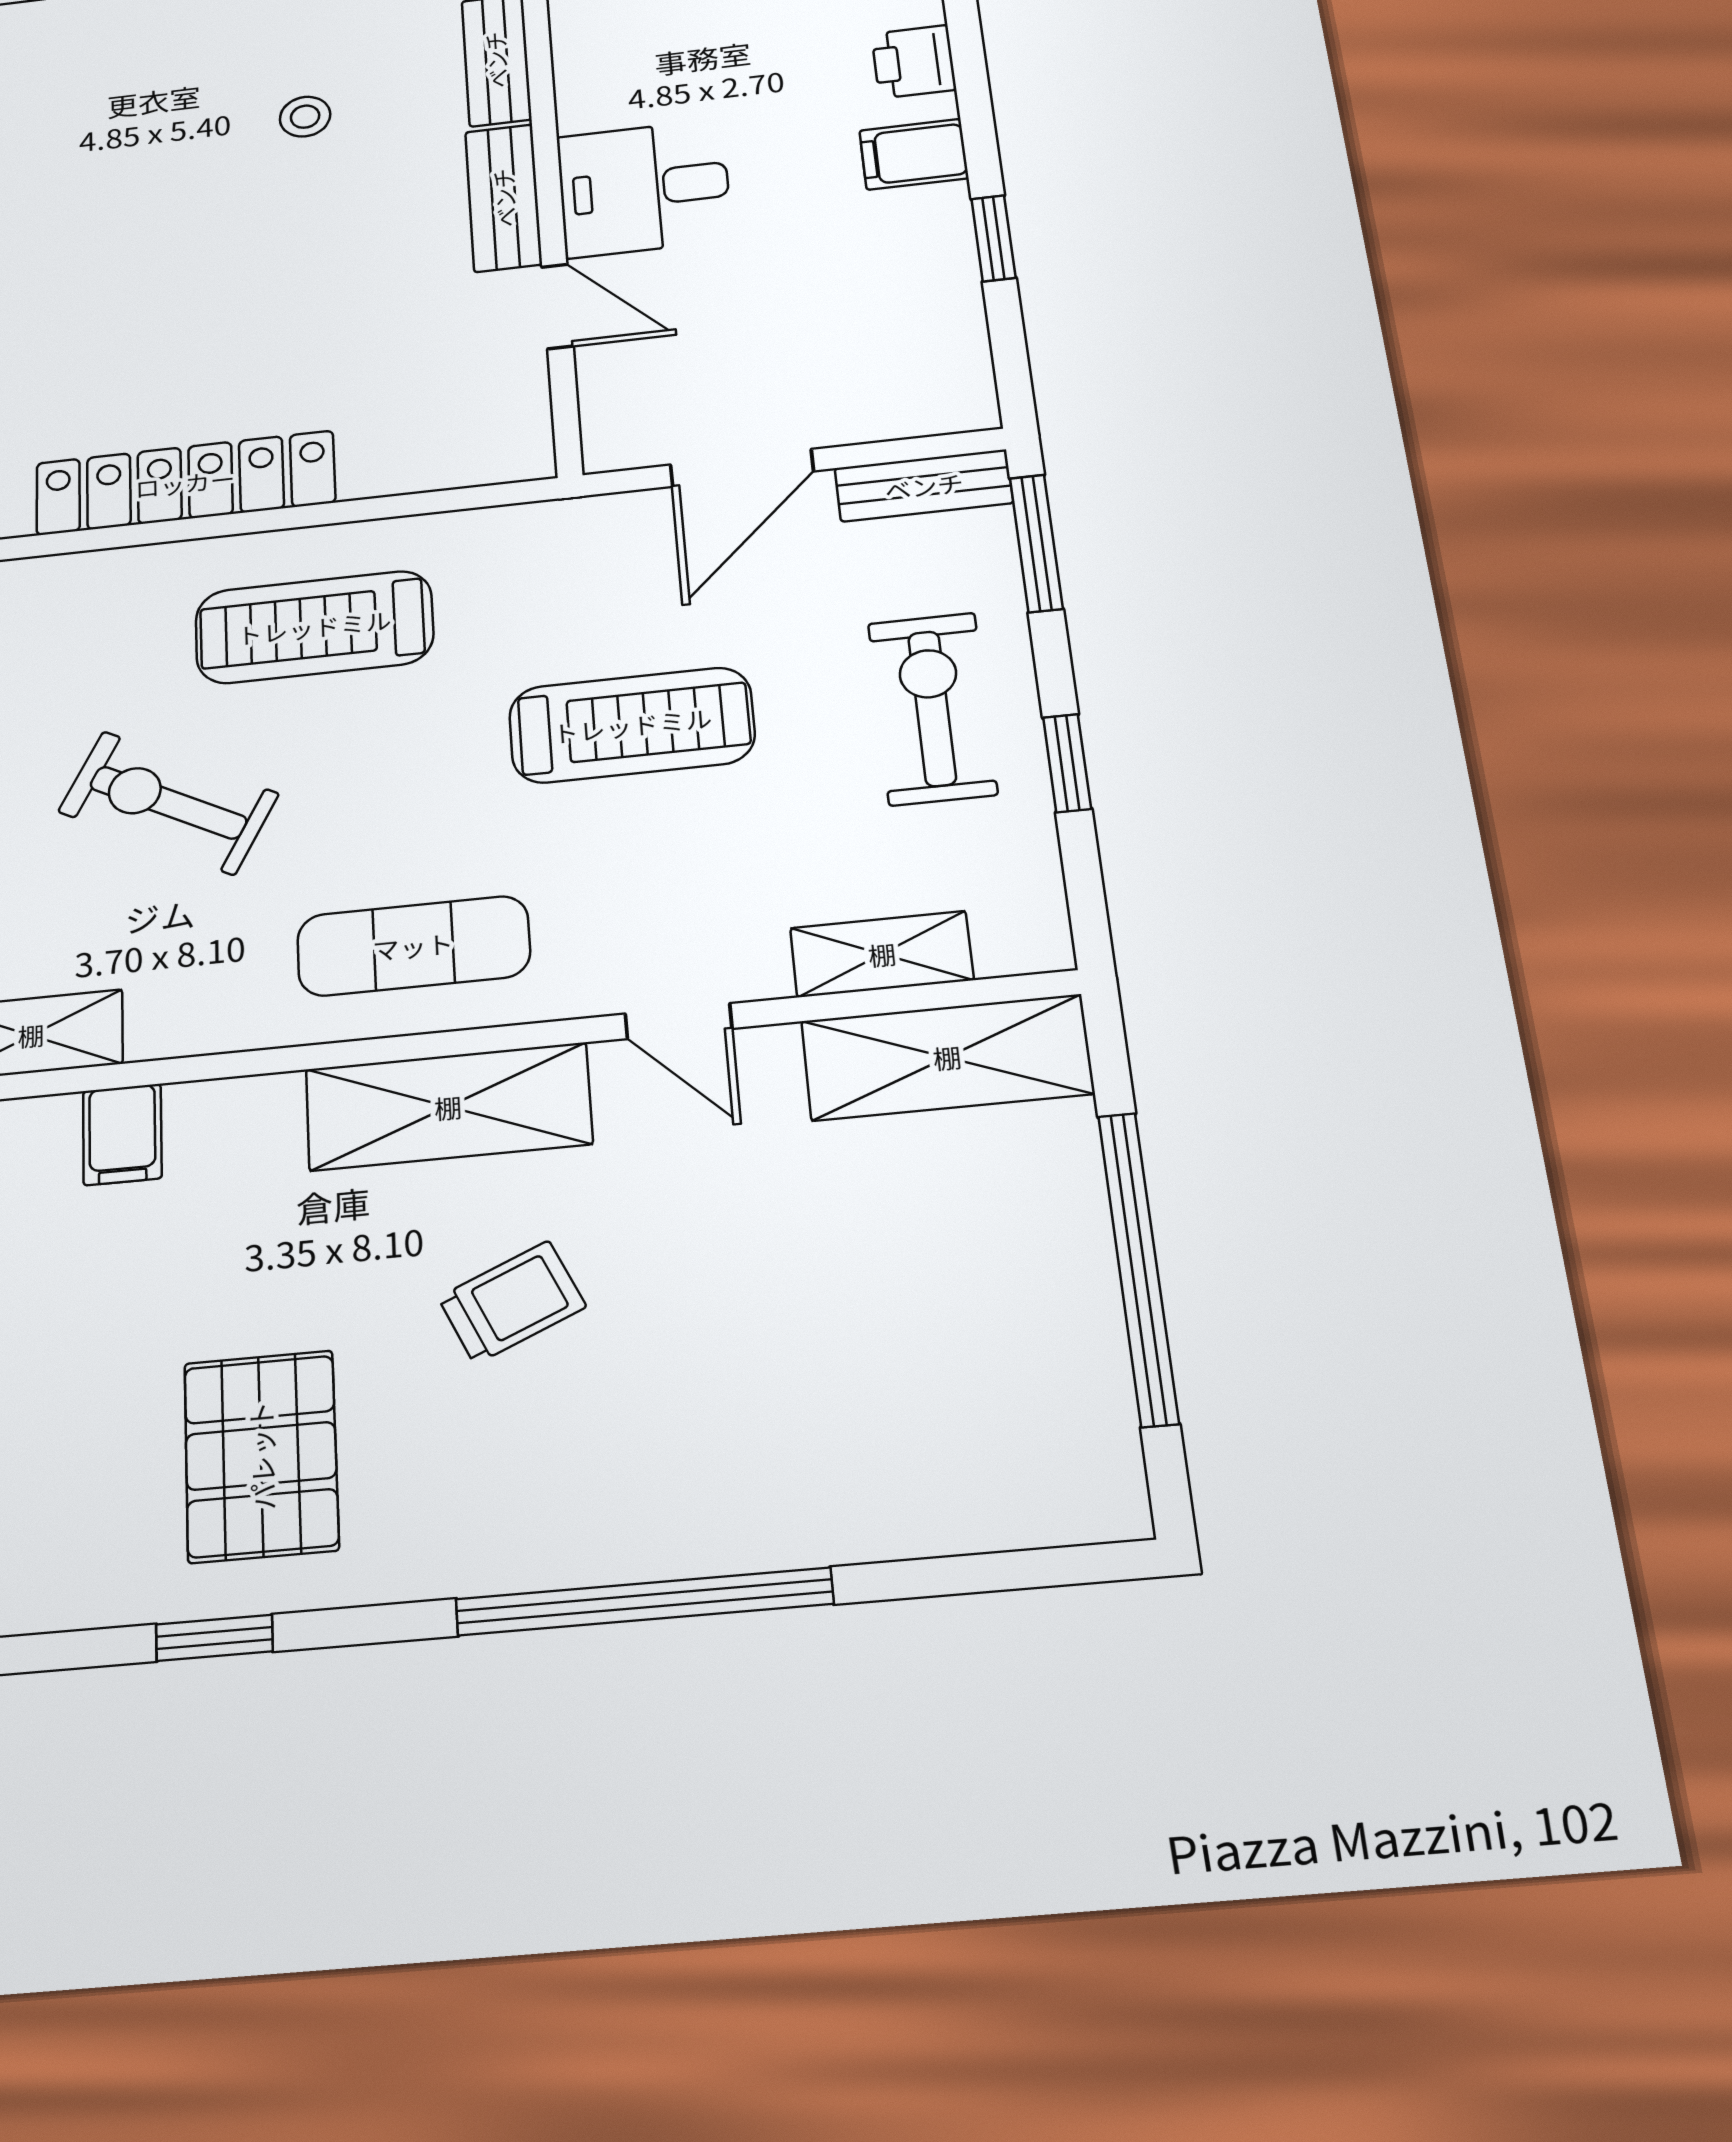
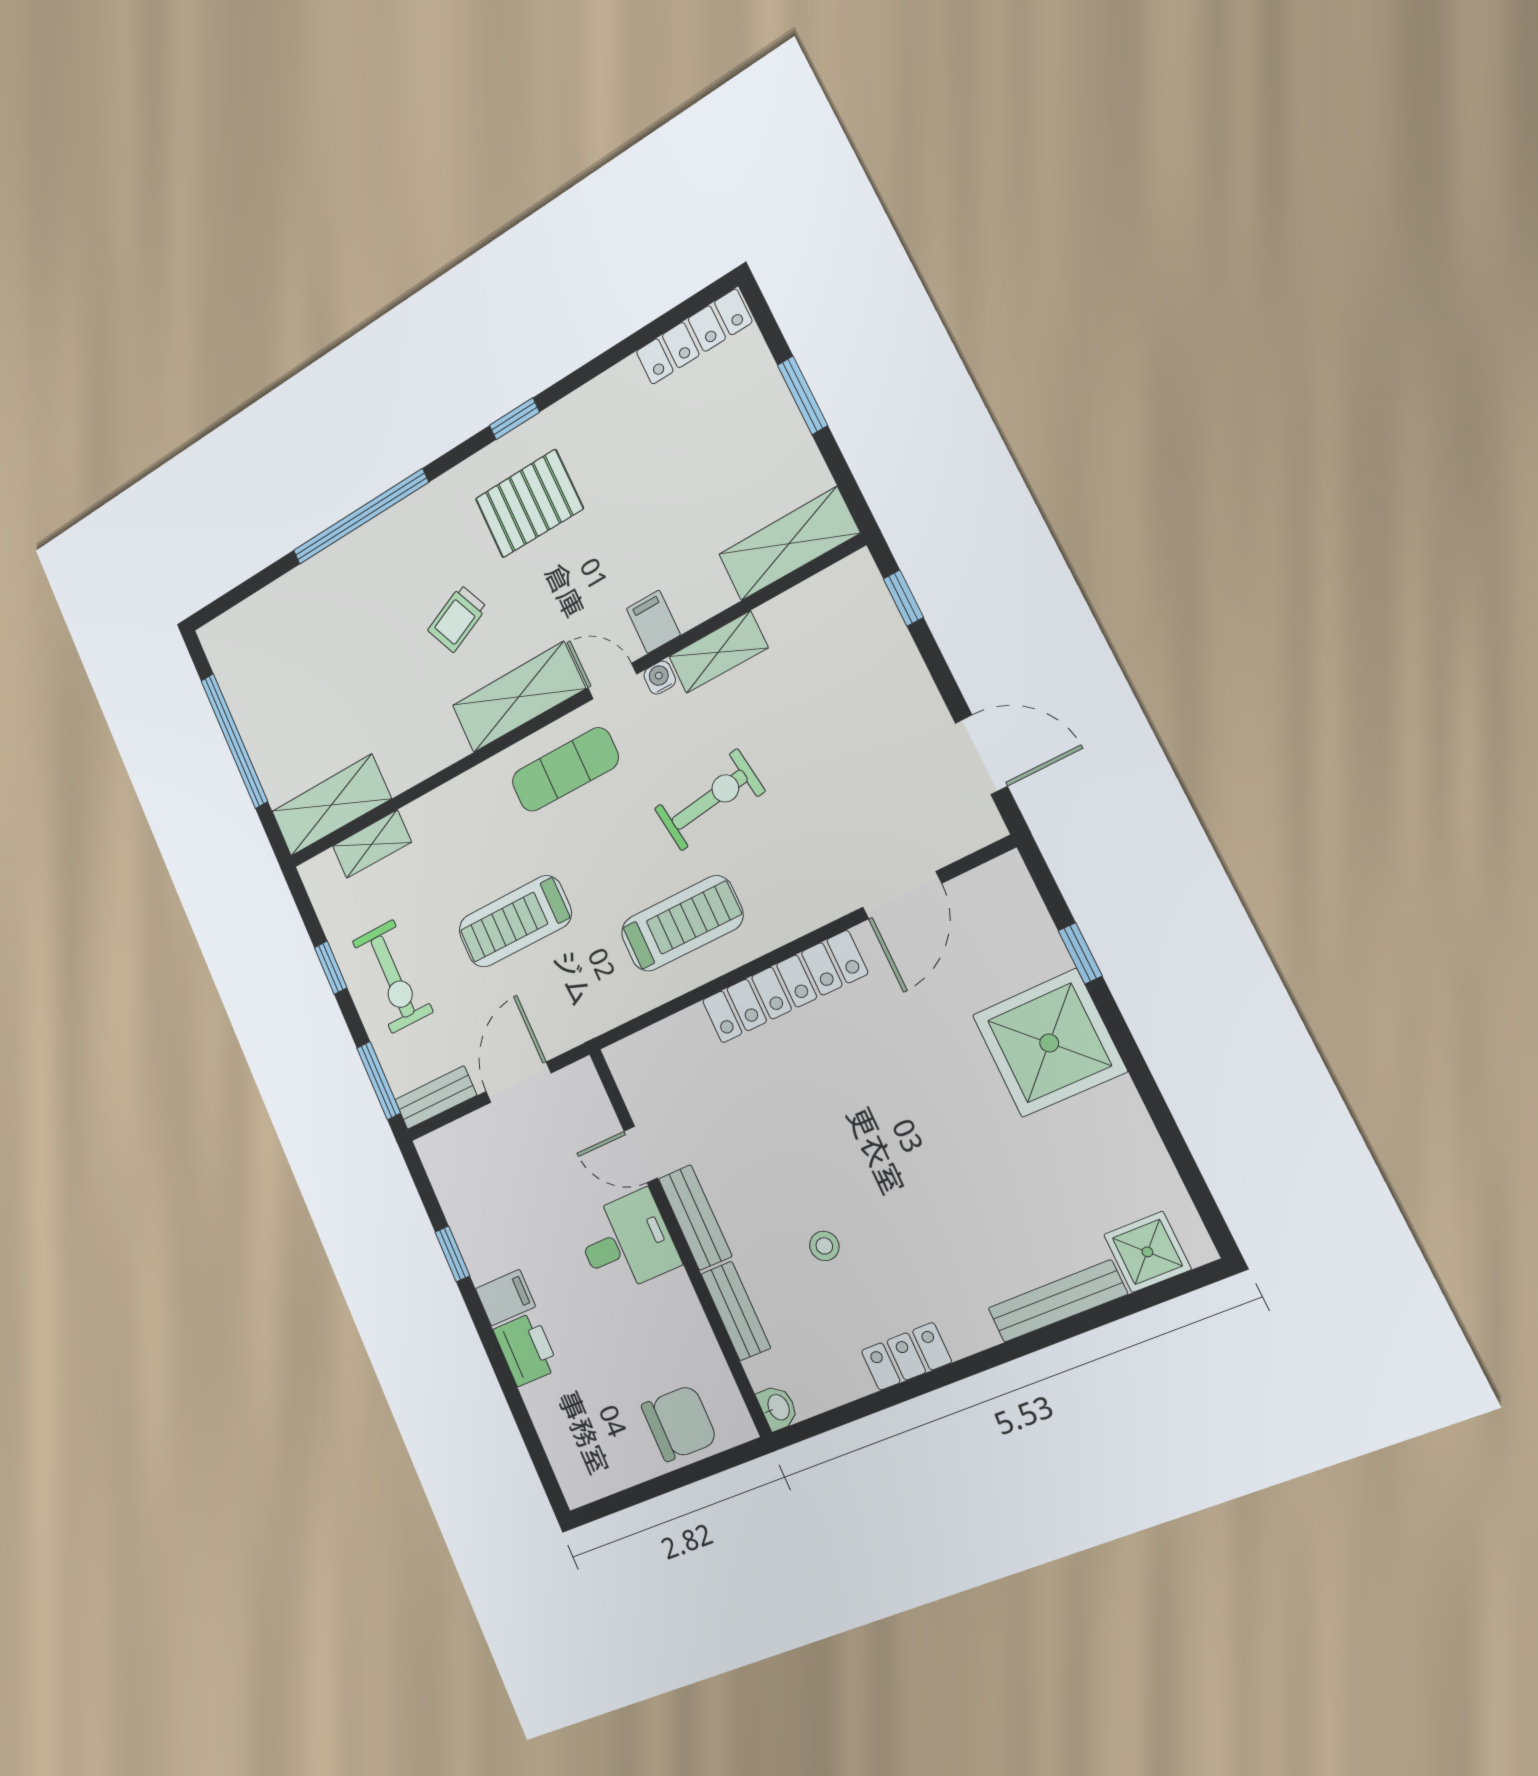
printer: (914, 62) -> (526, 1349), width x1.36, depth x1.24
exercise bike: (168, 803) -> (709, 800), turned -36
door: (678, 1021) -> (612, 681), moved
water cooler: (158, 1035) -> (660, 678), added
pallet: (261, 1456) -> (529, 504), turned 90

